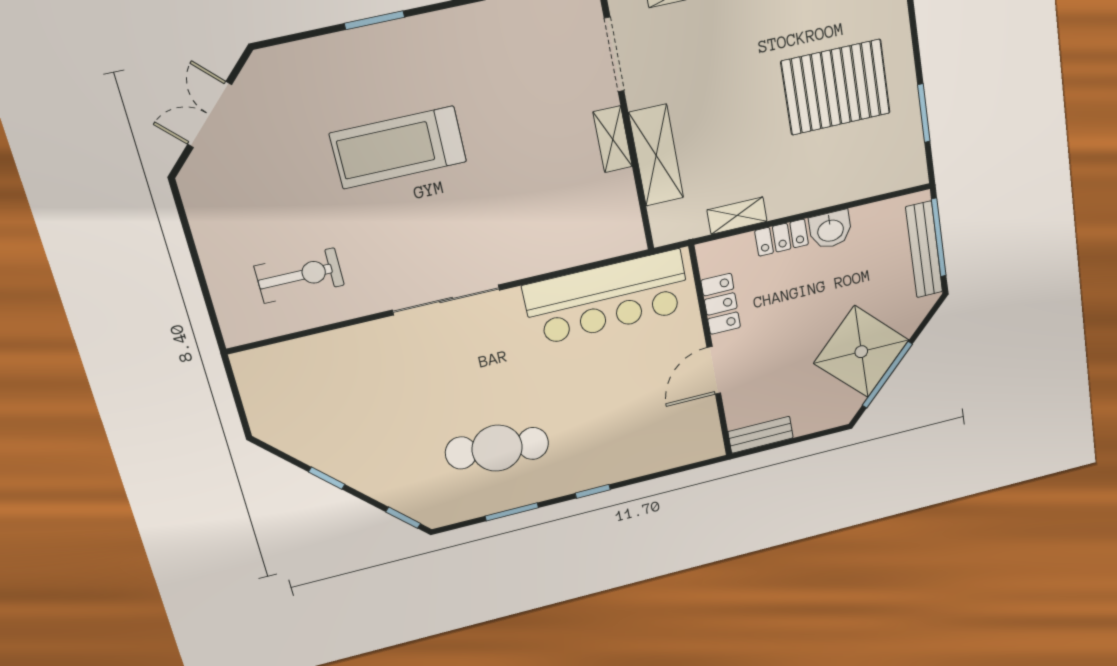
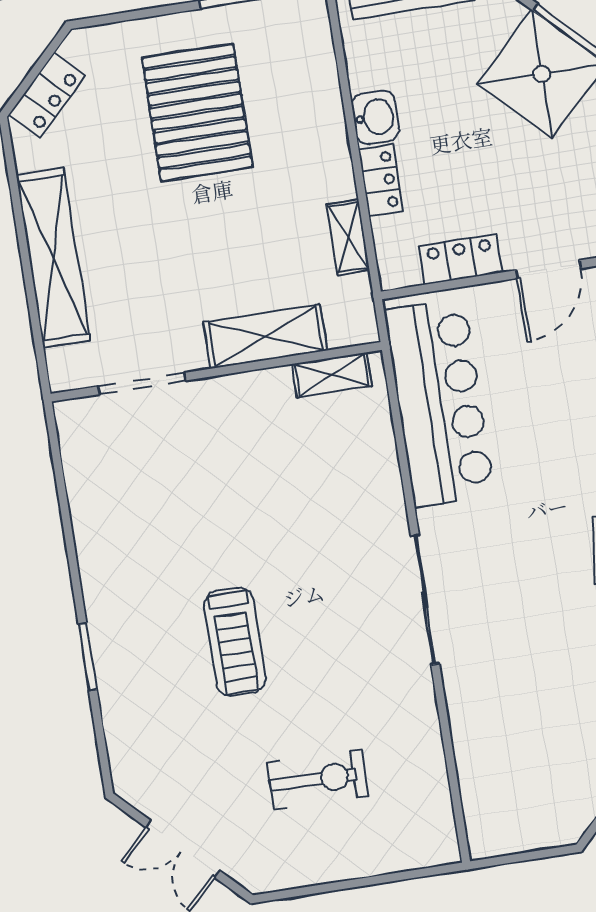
shelving: (613, 139) -> (332, 375), moved
treadmill: (398, 148) -> (235, 642), width x0.73, depth x0.73
exercise bike: (299, 276) -> (318, 779), moved, turned 91
door: (714, 370) -> (548, 269), hinge flipped

